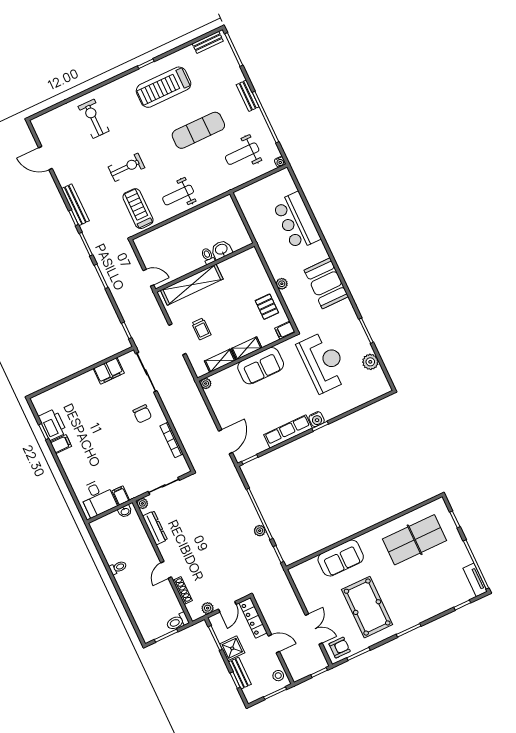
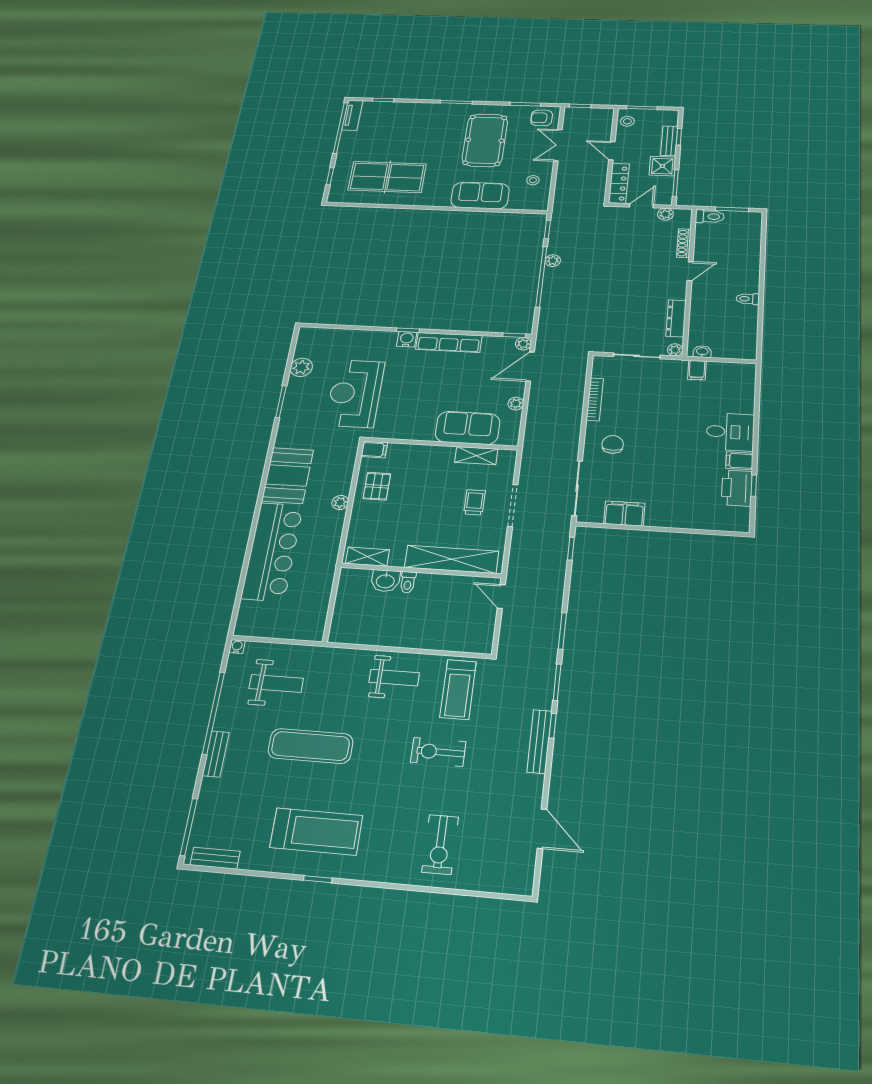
bar counter: (297, 221) -> (272, 552), width x1.36
shelving: (247, 348) -> (367, 557), moved
sofa: (261, 366) -> (468, 428), moved
plant: (206, 384) -> (516, 404), moved
plant: (240, 456) -> (523, 344), added
desk: (97, 498) -> (730, 432), moved, turned 90
stool: (313, 590) -> (533, 180), added

